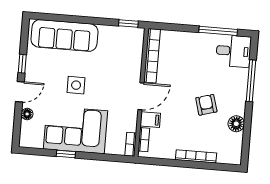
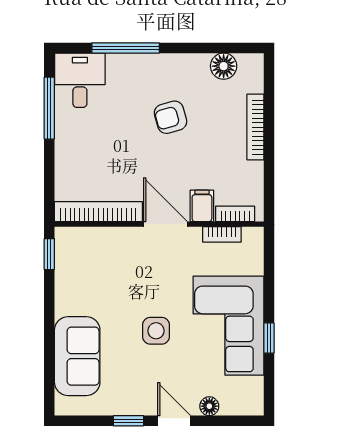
sofa: (64, 36) -> (77, 356), width x0.73
floor lamp: (236, 124) -> (224, 66), moved
bookcase: (131, 144) -> (222, 234), moved

